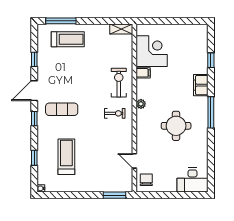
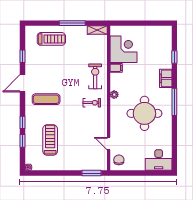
window: (61, 21) -> (72, 23), moved
window: (34, 119) -> (23, 122), moved
round table: (176, 126) -> (144, 113), width x1.36, depth x1.36

